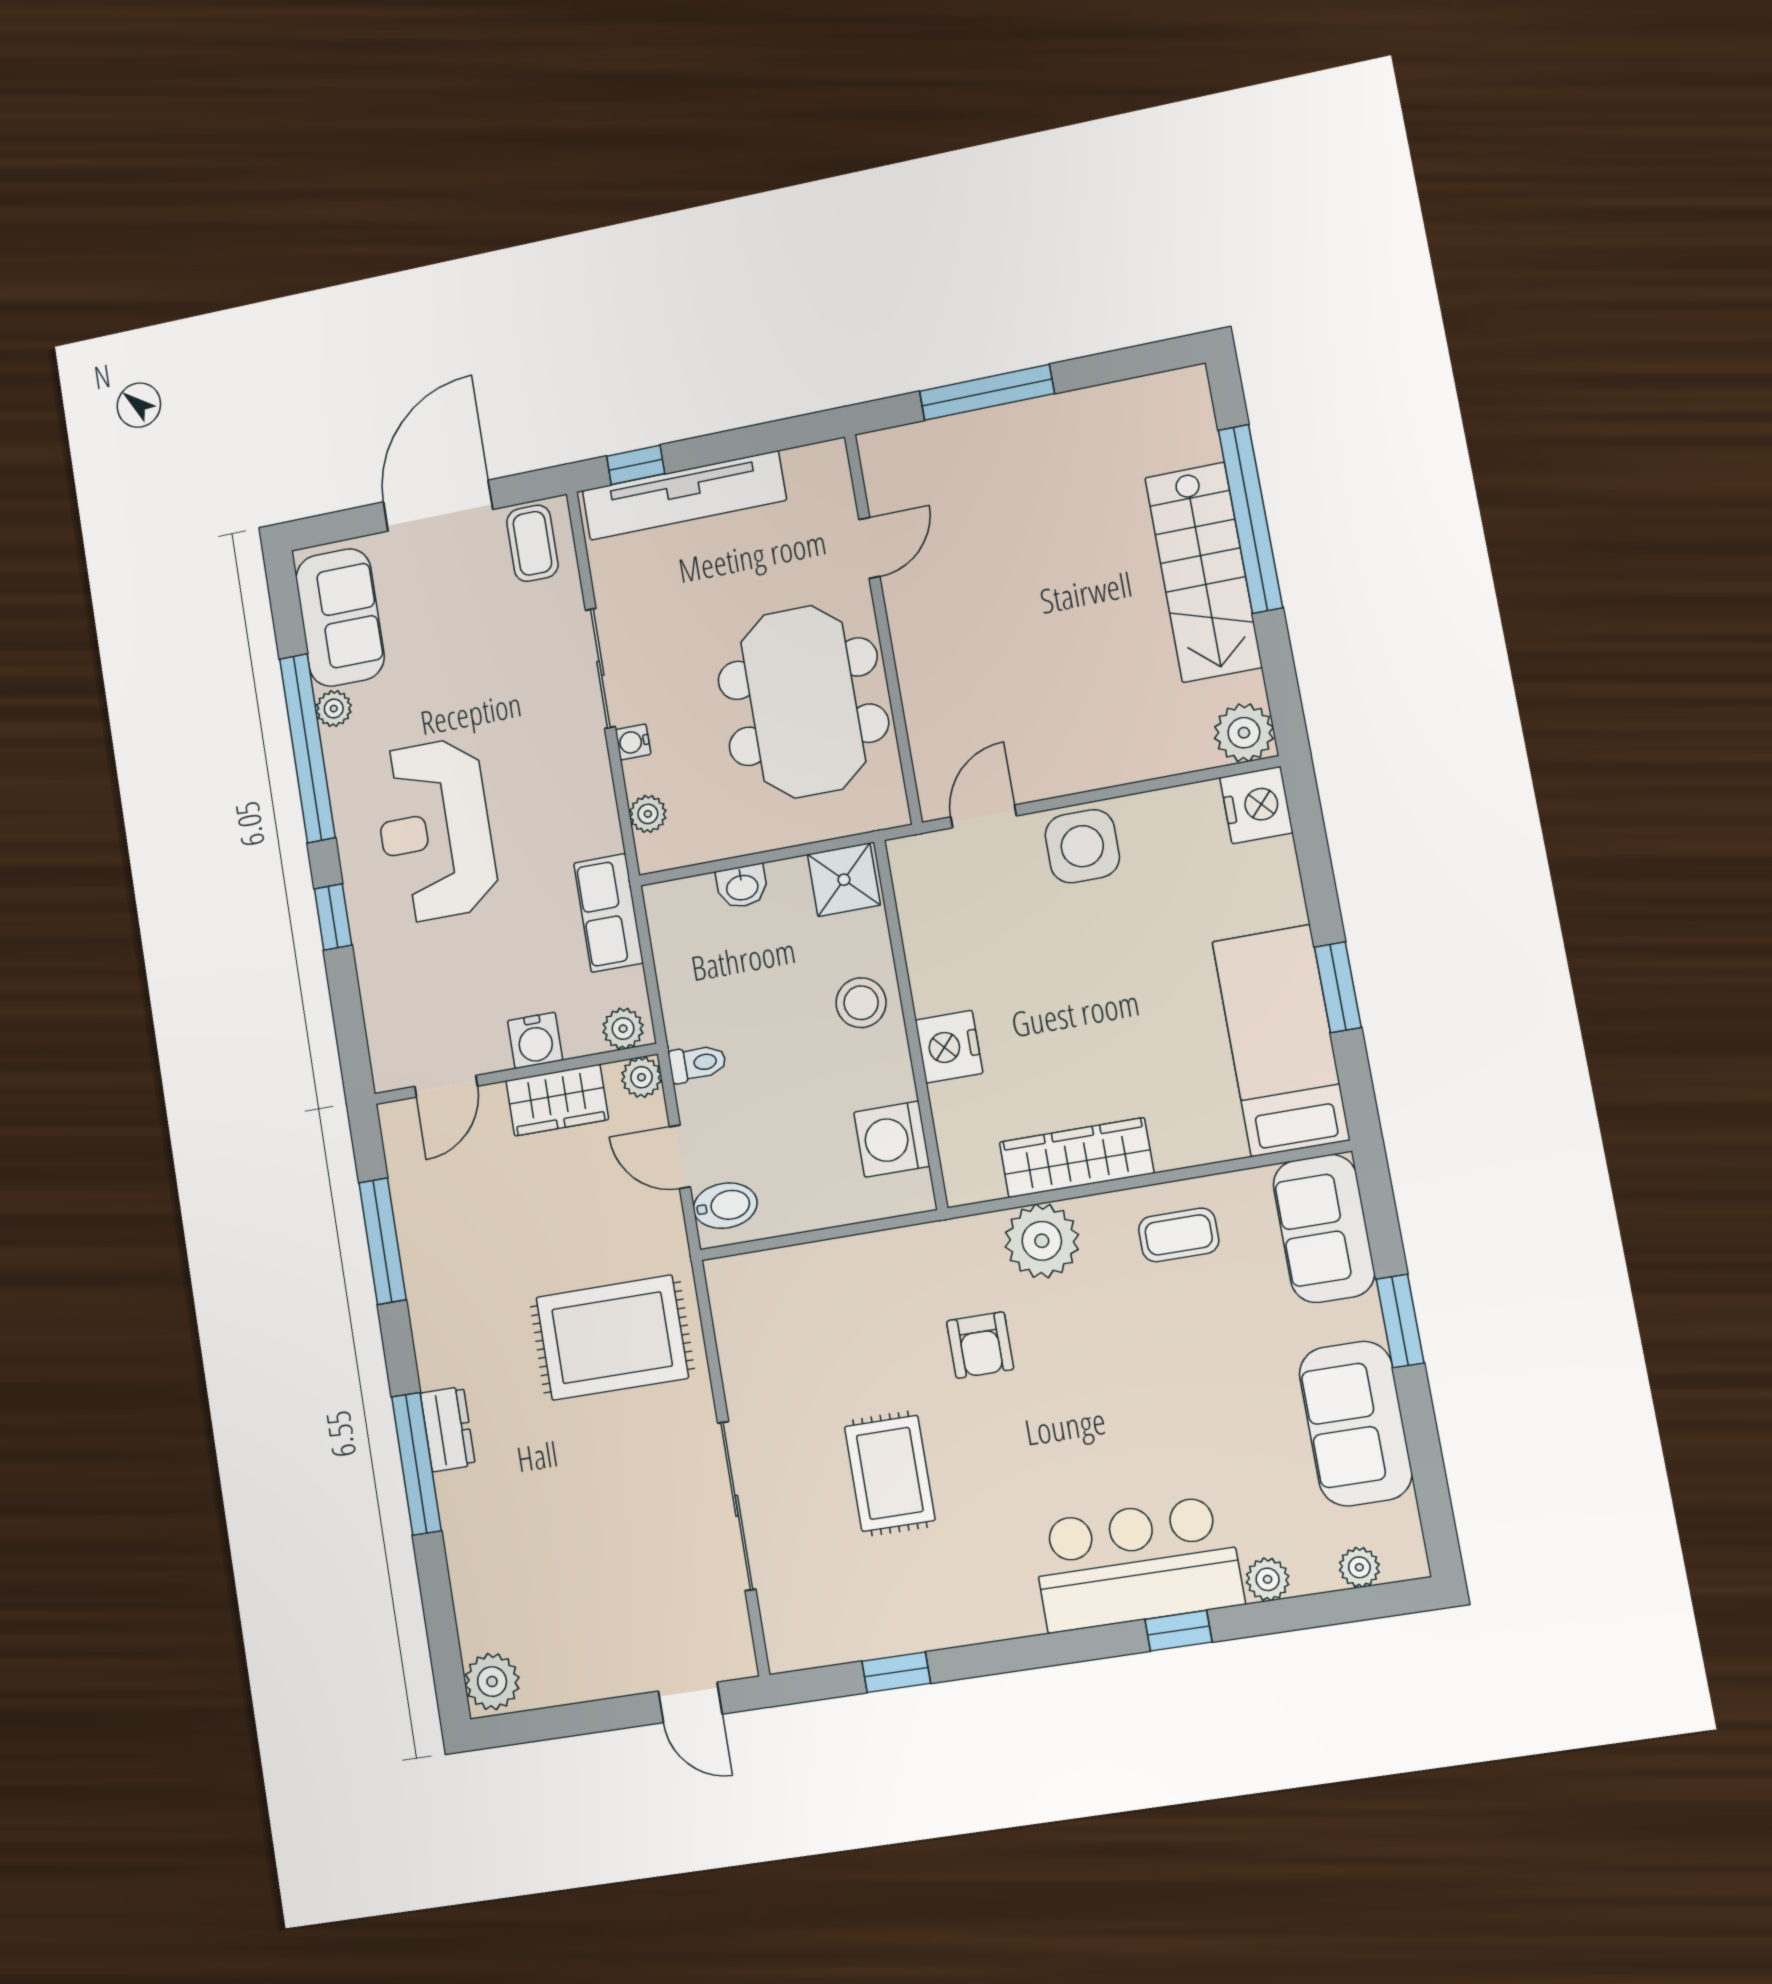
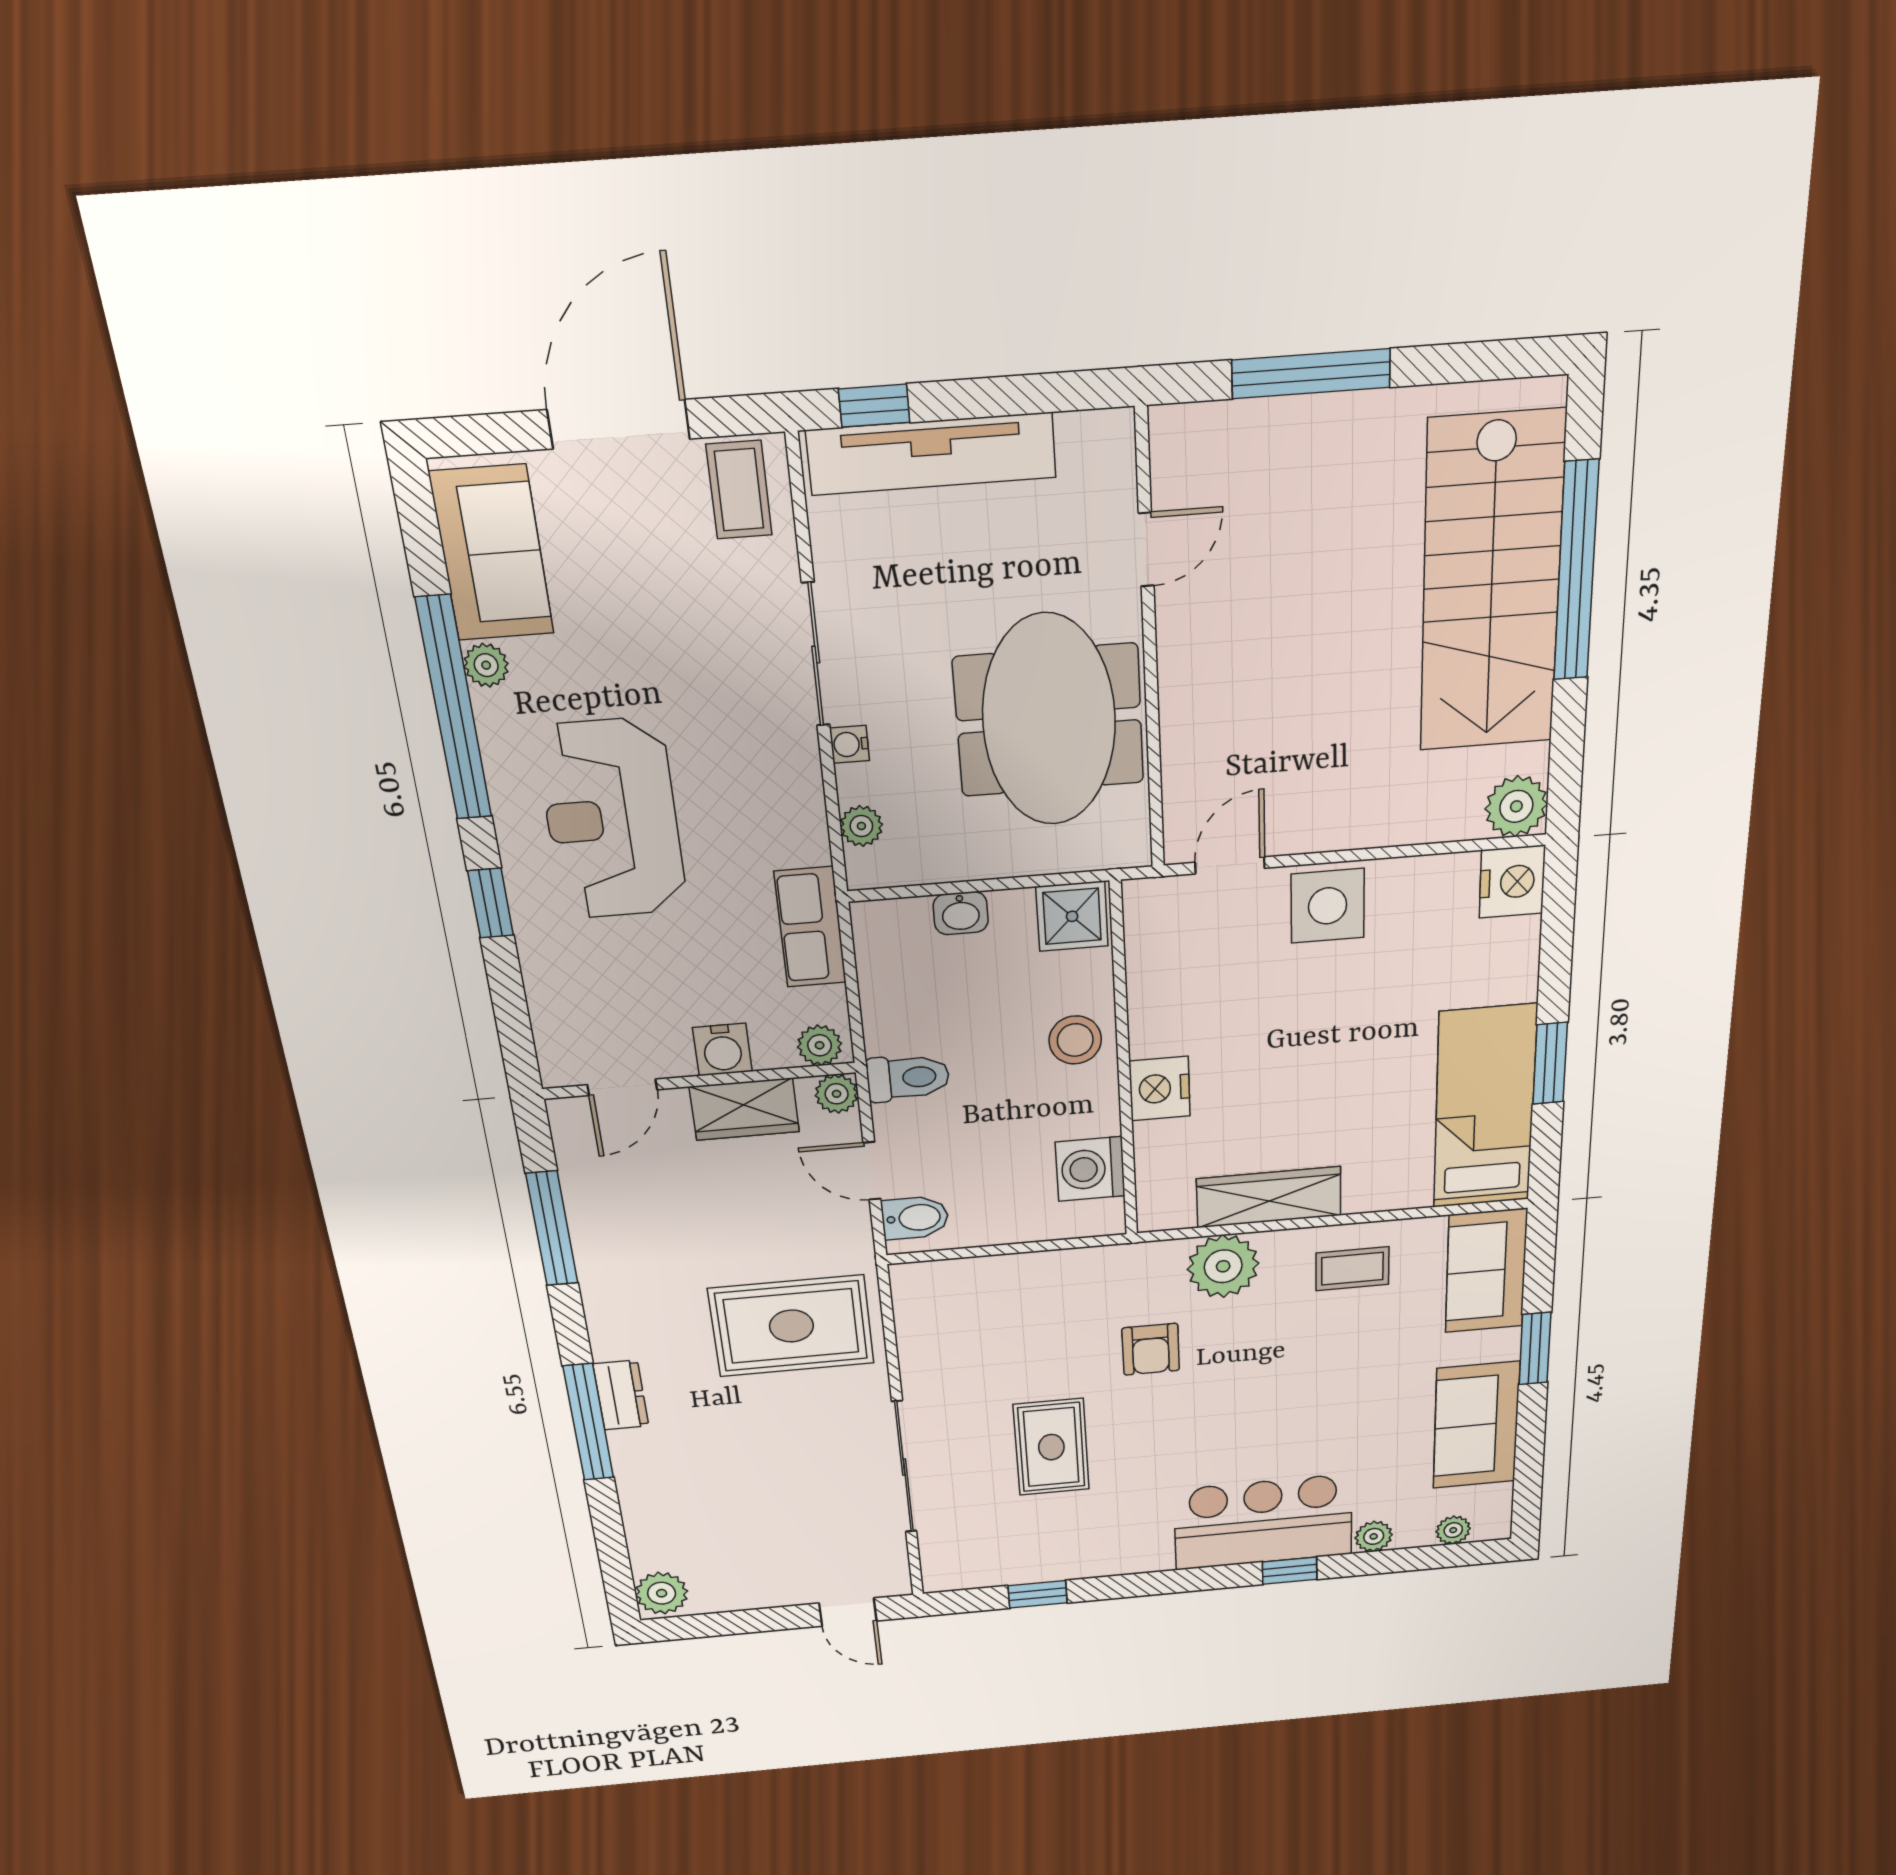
stairs: (1203, 572) -> (1492, 584), width x1.36, depth x1.51
toilet: (698, 1063) -> (908, 1078), width x1.37, depth x1.39

